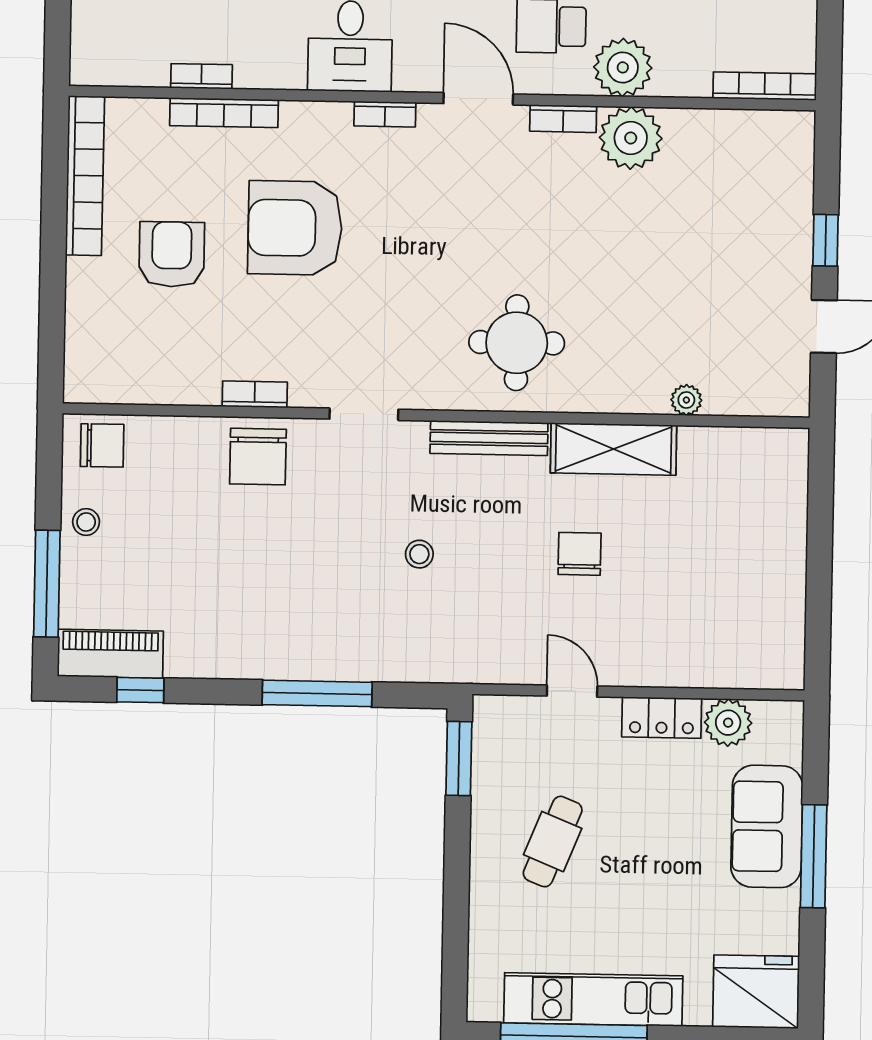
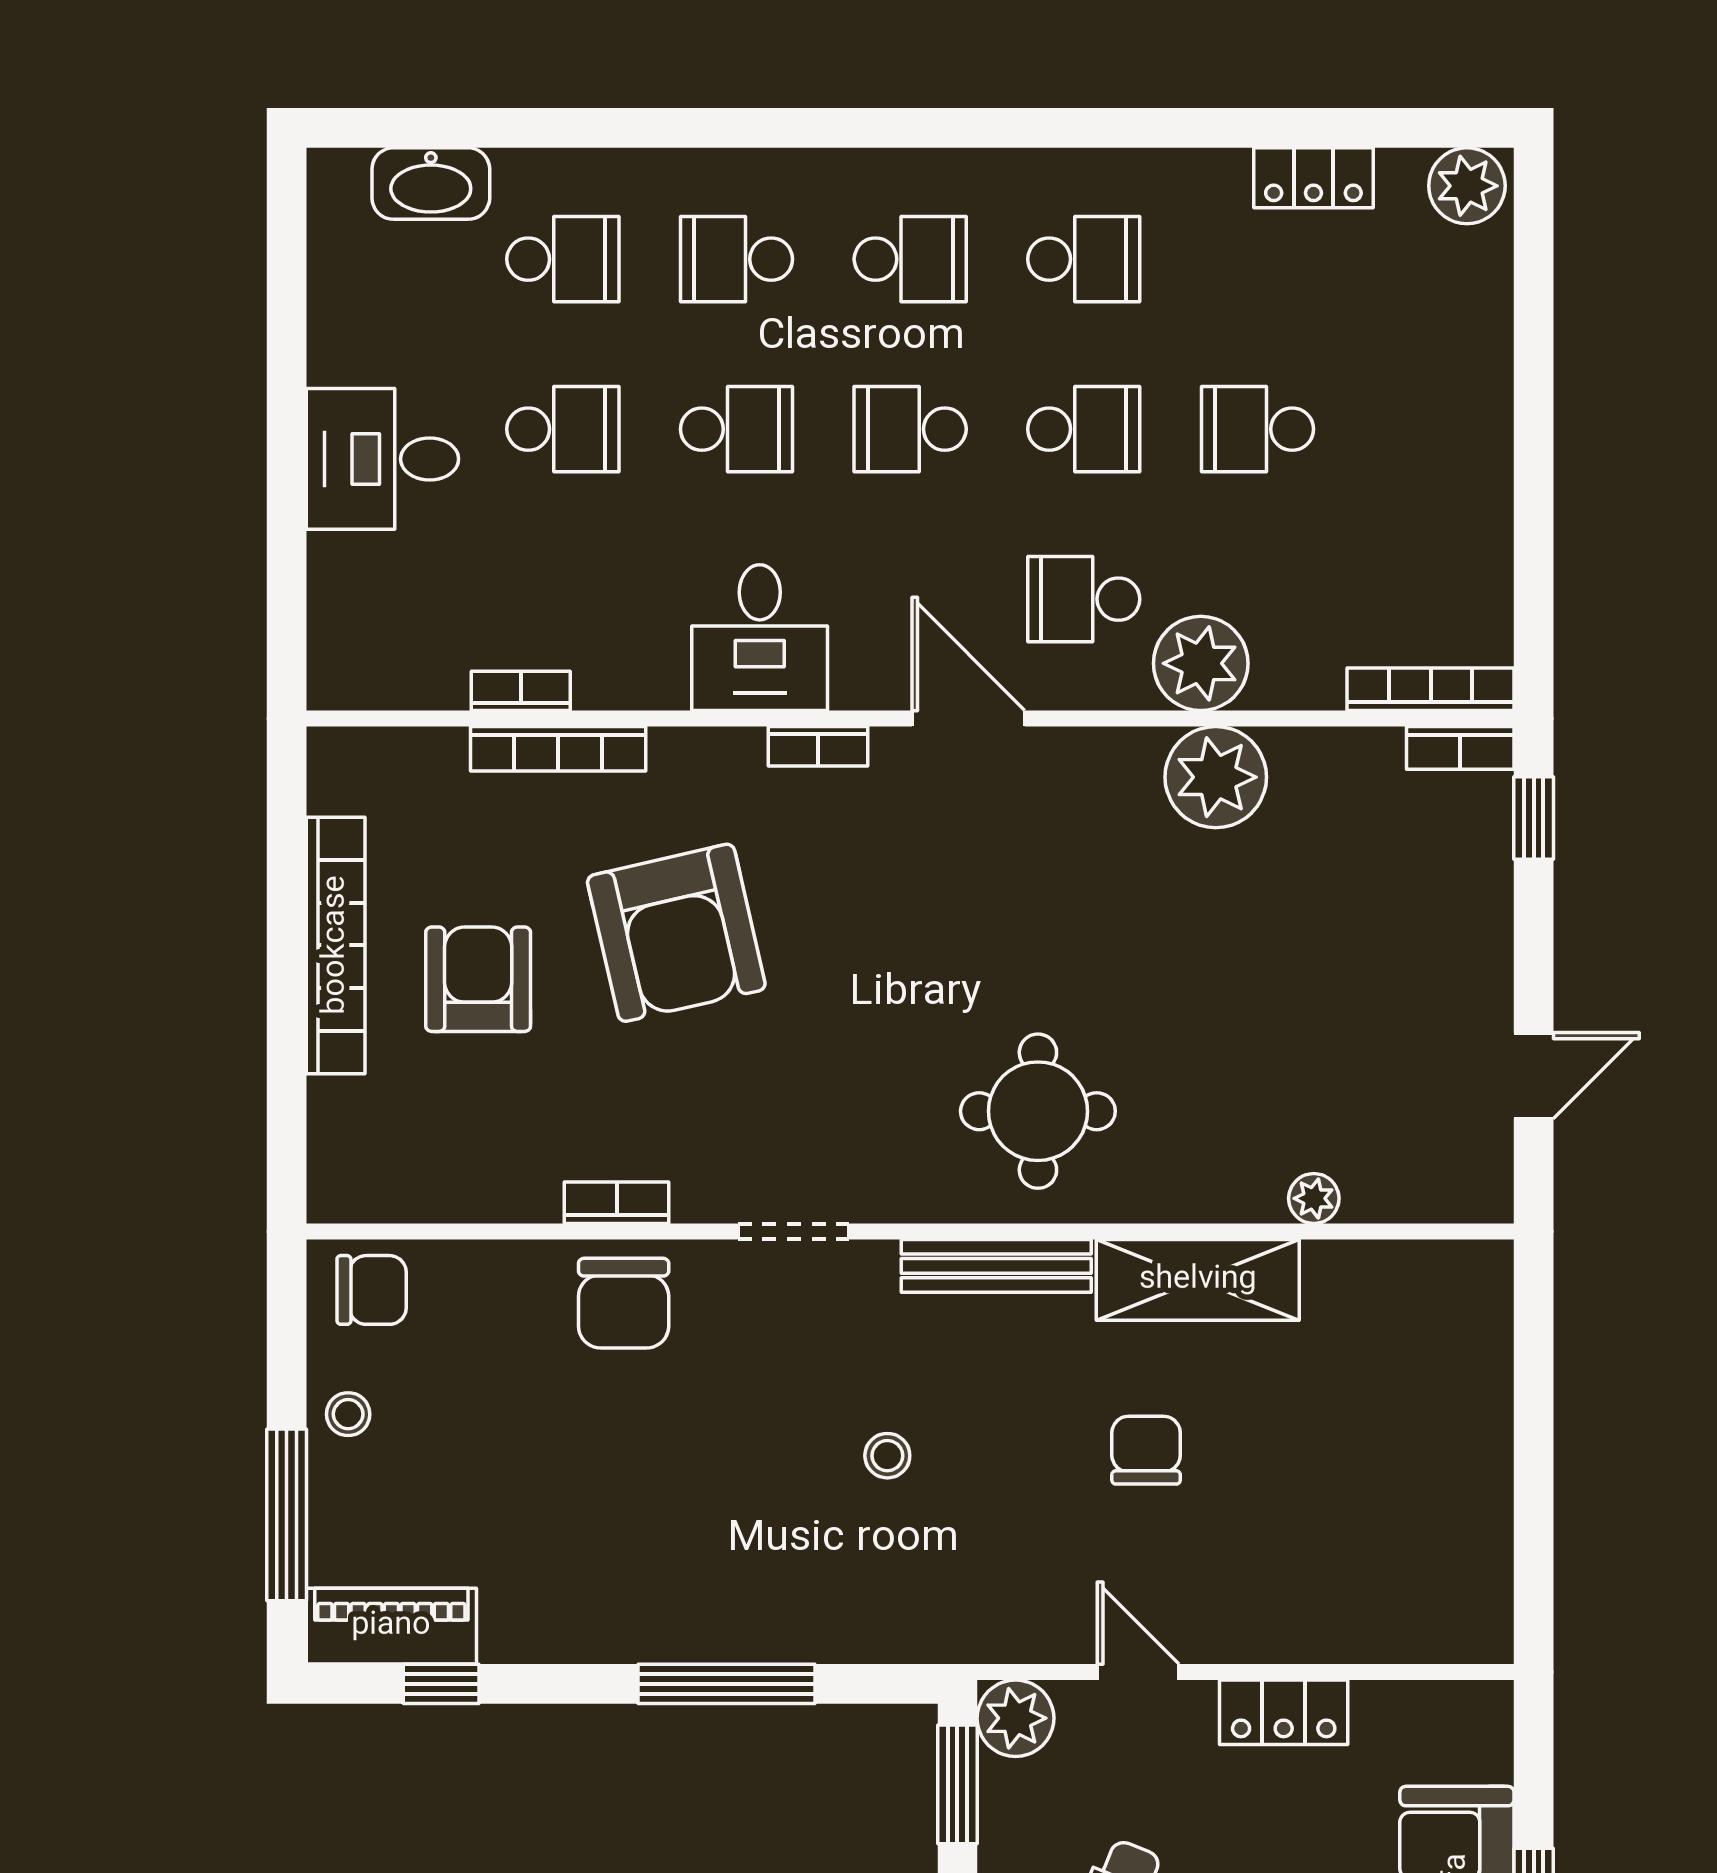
bookcase: (563, 119) -> (1460, 748), moved
bookcase: (85, 176) -> (336, 945), moved
armchair: (295, 228) -> (676, 933), turned -103
window: (826, 240) -> (1534, 818), moved
plant: (728, 723) -> (1016, 1718), moved

